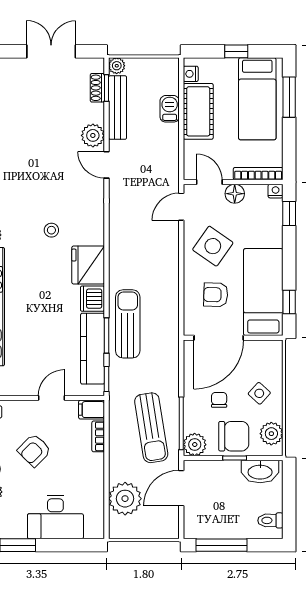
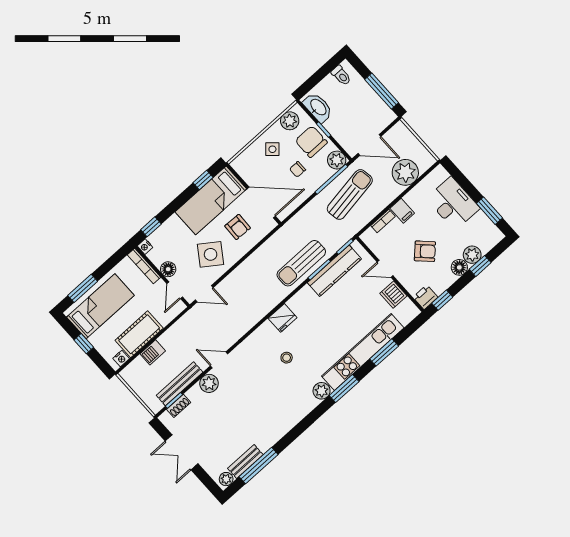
plant: (117, 66) -> (155, 406), removed
door: (106, 165) -> (219, 360), swing flipped
fridge: (88, 265) -> (282, 318), width x0.73, depth x0.75
dishwasher: (92, 299) -> (393, 295), moved, turned 90
filing cabinet: (92, 410) -> (402, 211), moved

